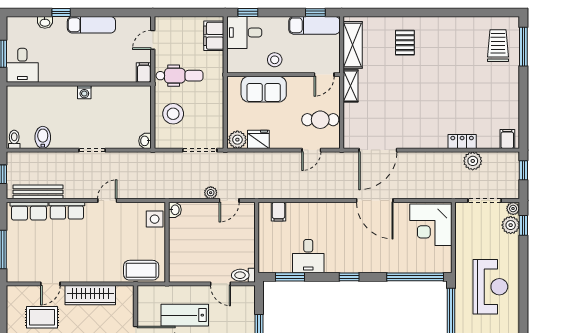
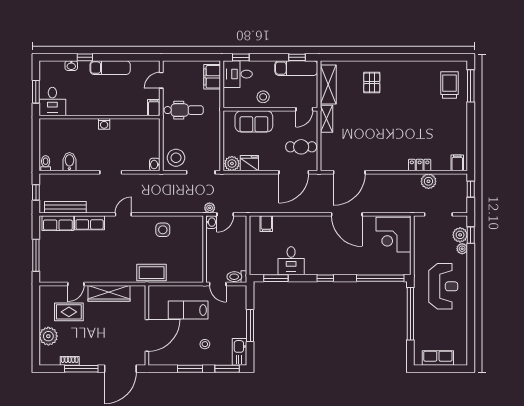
stool: (173, 114) -> (176, 158), moved
door: (311, 150) -> (294, 172), width x1.87
plant: (513, 209) -> (462, 249), moved
washbasin: (175, 210) -> (211, 222), moved
wall: (167, 242) -> (205, 249), moved

